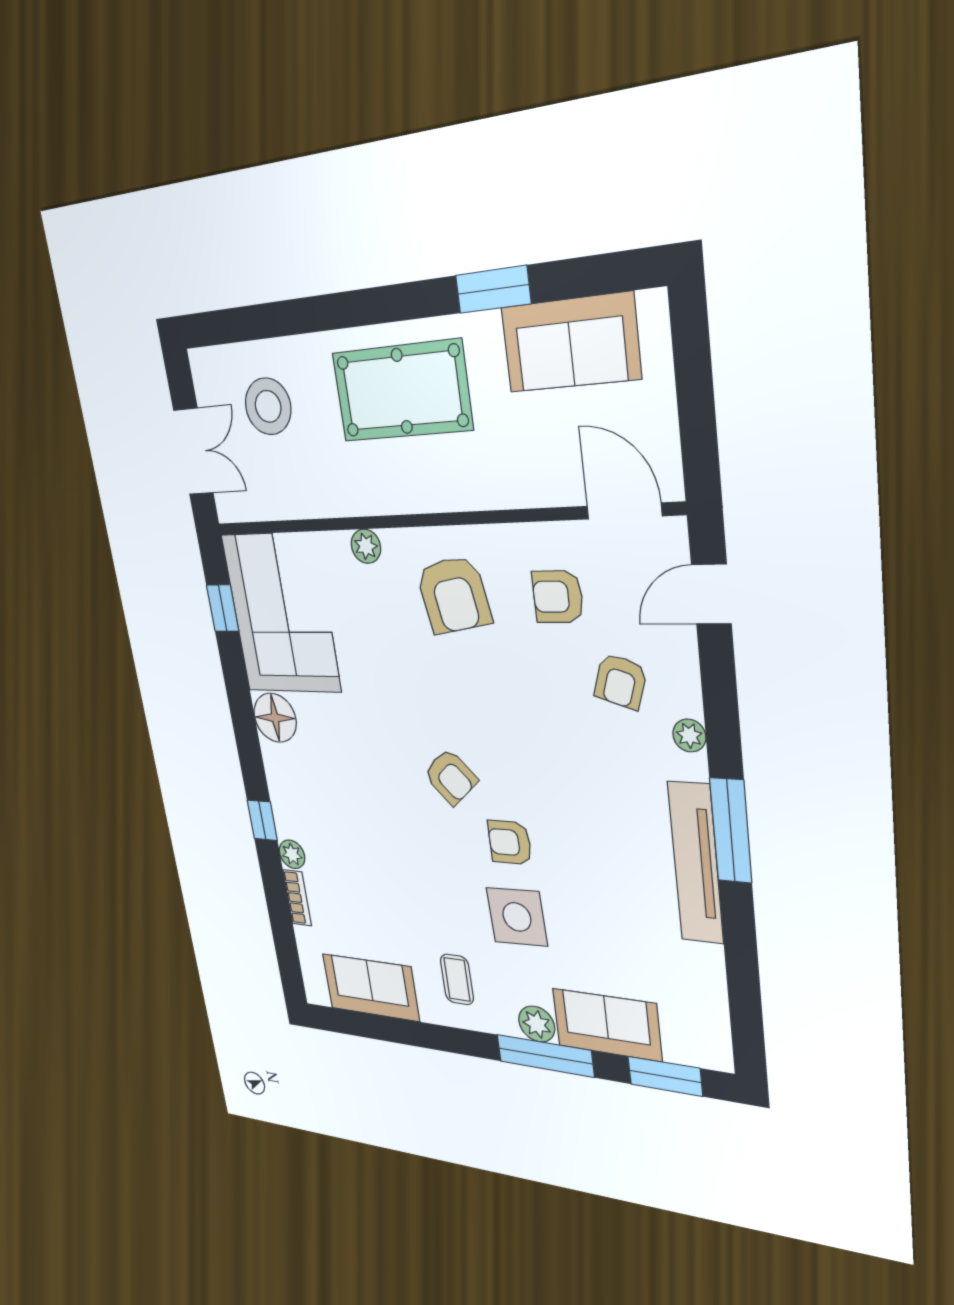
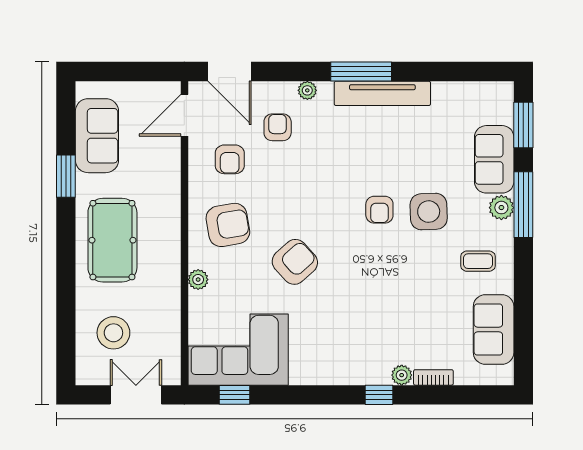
door: (711, 594) -> (229, 71), width x1.38
armchair: (620, 681) -> (278, 127), turned -108
floor lamp: (275, 718) -> (307, 369), removed
armchair: (451, 777) -> (295, 262), moved, width x1.38, depth x1.38

